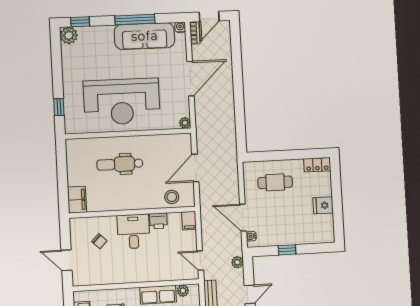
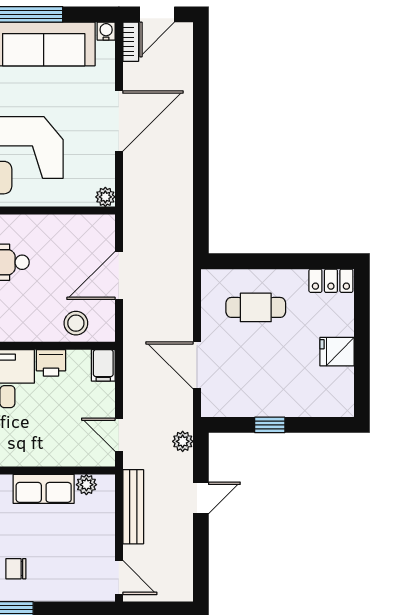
water cooler: (251, 236) -> (209, 398), removed

